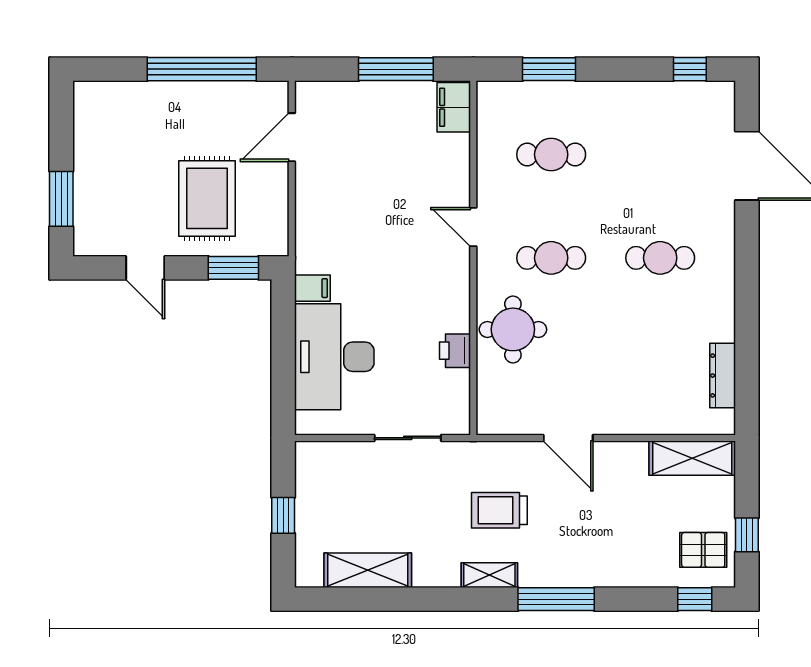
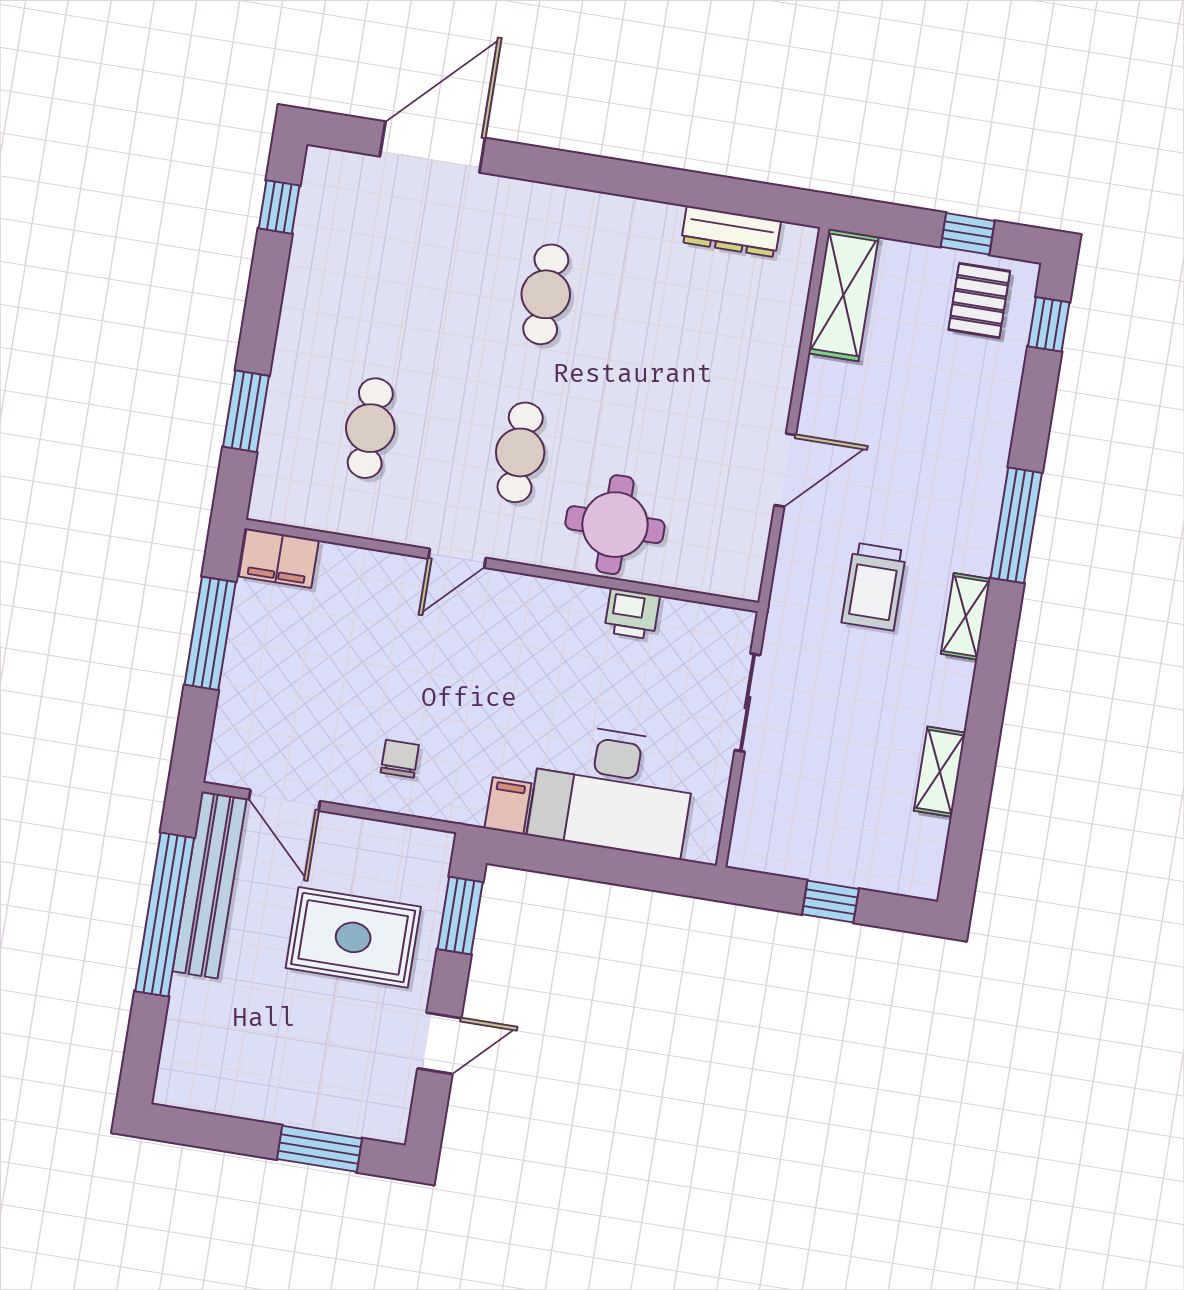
bench: (227, 96) -> (210, 885), added
chair: (332, 210) -> (400, 759), added
shelving: (368, 570) -> (940, 772), width x0.67, depth x0.75

